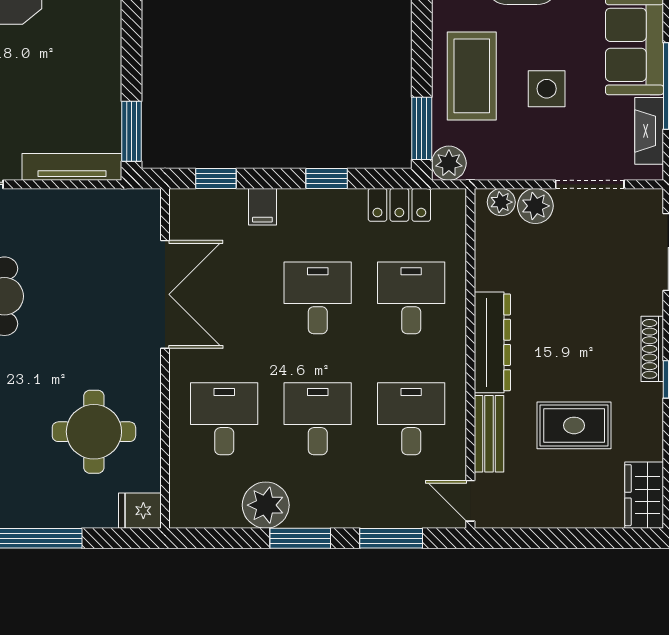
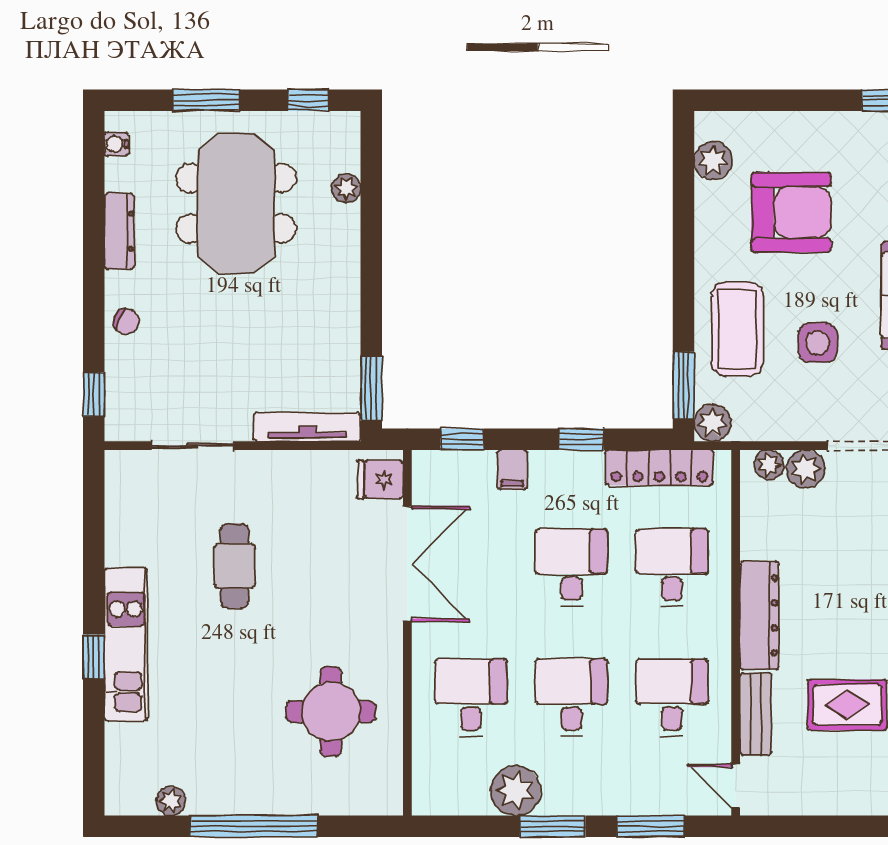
locker: (399, 205) -> (659, 468), width x1.53
fridge: (140, 511) -> (380, 480), moved

